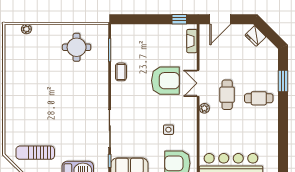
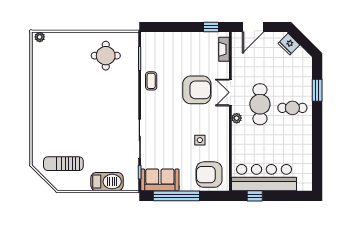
plant: (26, 29) -> (40, 37), moved
cafe table: (227, 95) -> (260, 104), width x1.37, depth x1.35

